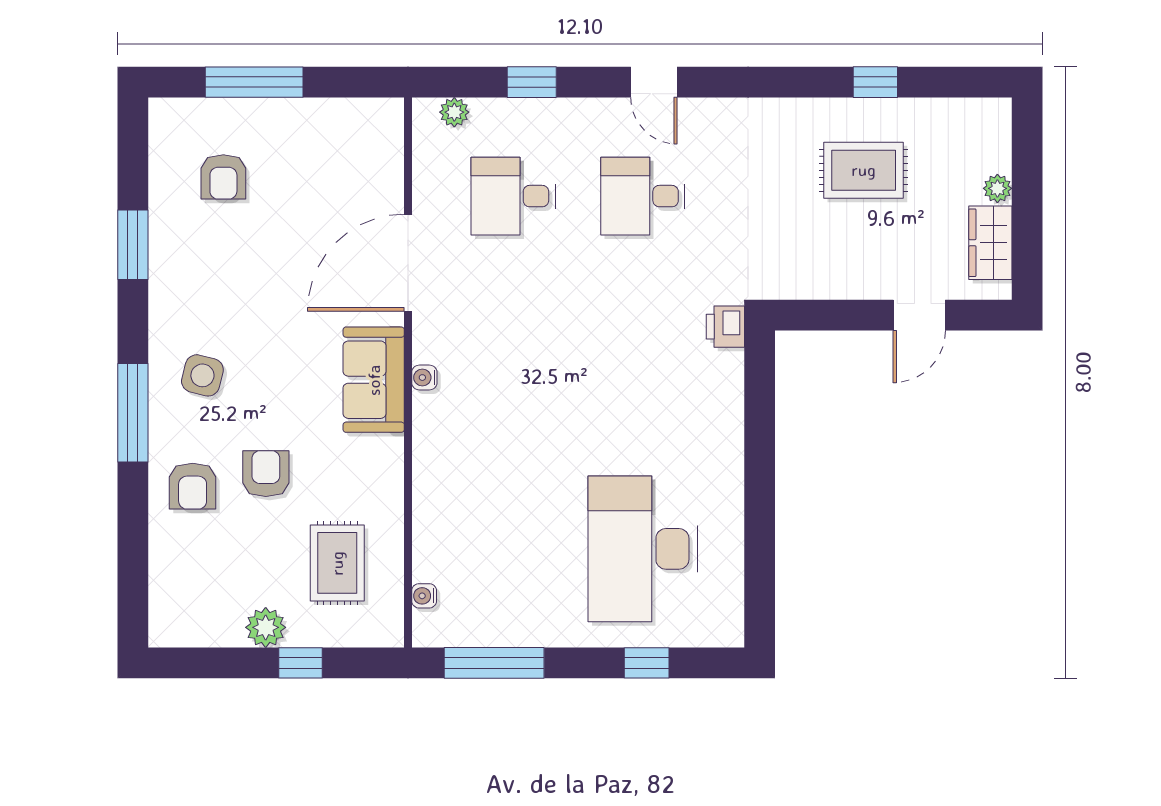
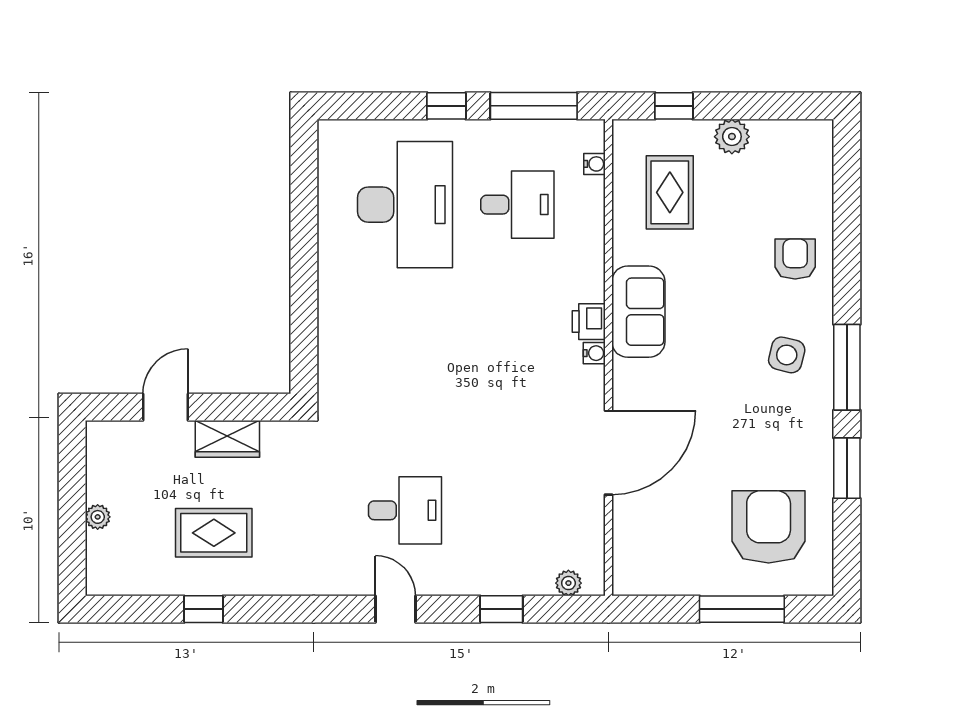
armchair: (223, 177) -> (769, 527), width x1.88, depth x1.88
desk: (513, 196) -> (517, 205), moved
wardrobe: (990, 243) -> (227, 439), moved, turned 90
printer: (725, 327) -> (589, 322), moved, turned 180
sofa: (374, 380) -> (638, 312), moved
window: (133, 413) -> (847, 367), moved
armchair: (266, 474) -> (732, 270), removed
window: (301, 663) -> (674, 106), moved
window: (647, 663) -> (446, 106), moved

